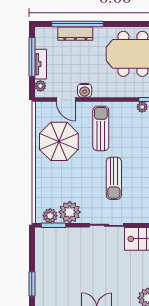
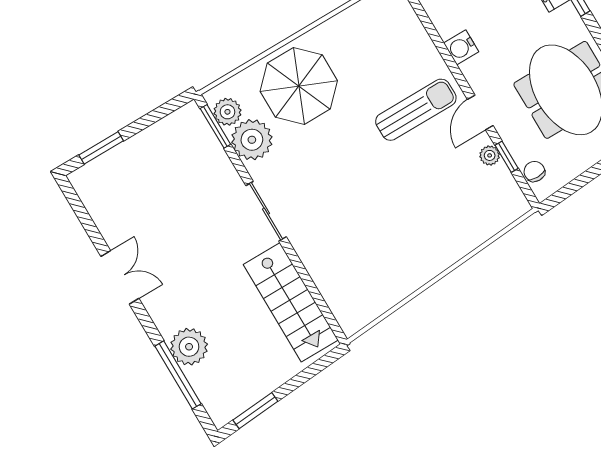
door: (66, 100) -> (480, 113), moved
parasol: (59, 141) -> (299, 86), moved
sun lounger: (114, 178) -> (348, 178), removed

